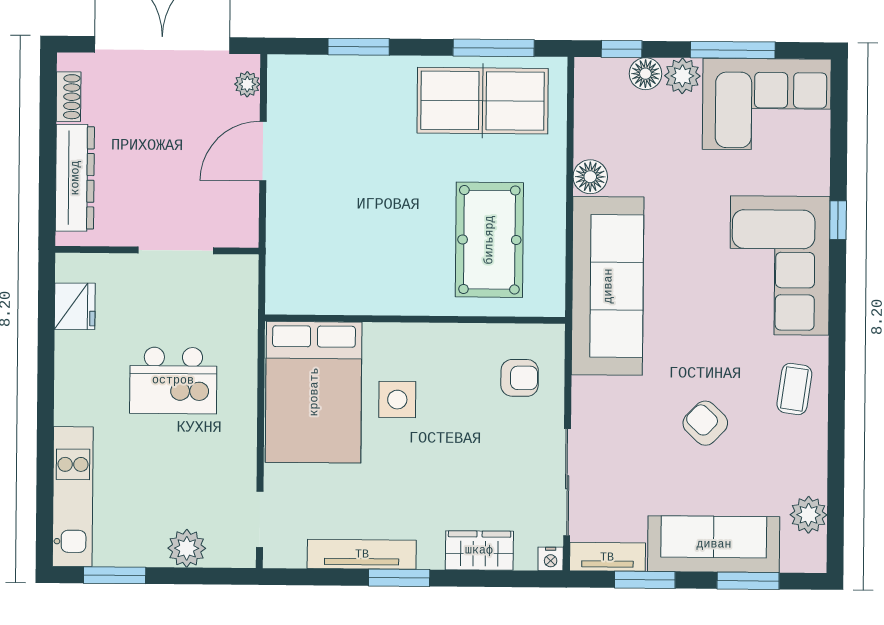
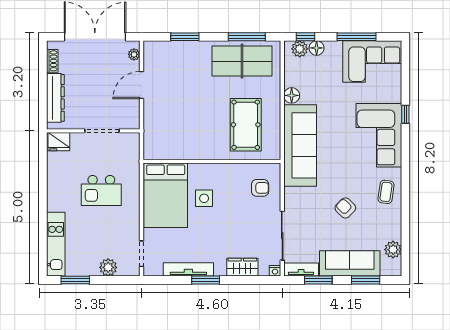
plant: (682, 76) -> (300, 49), moved
fridge: (75, 306) -> (59, 142), moved, turned 90

